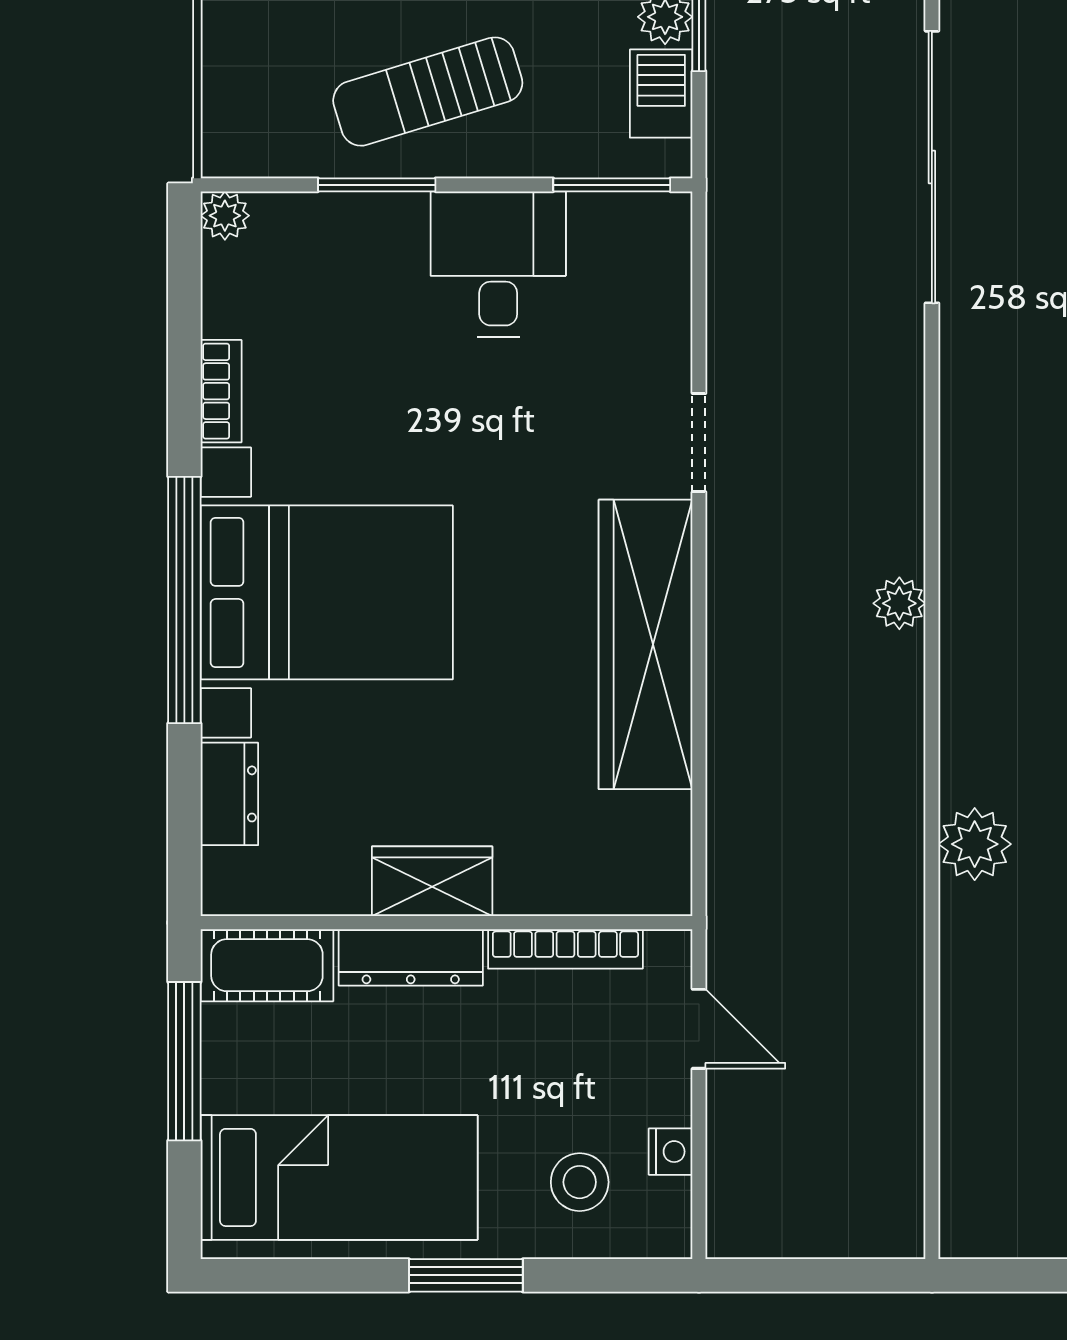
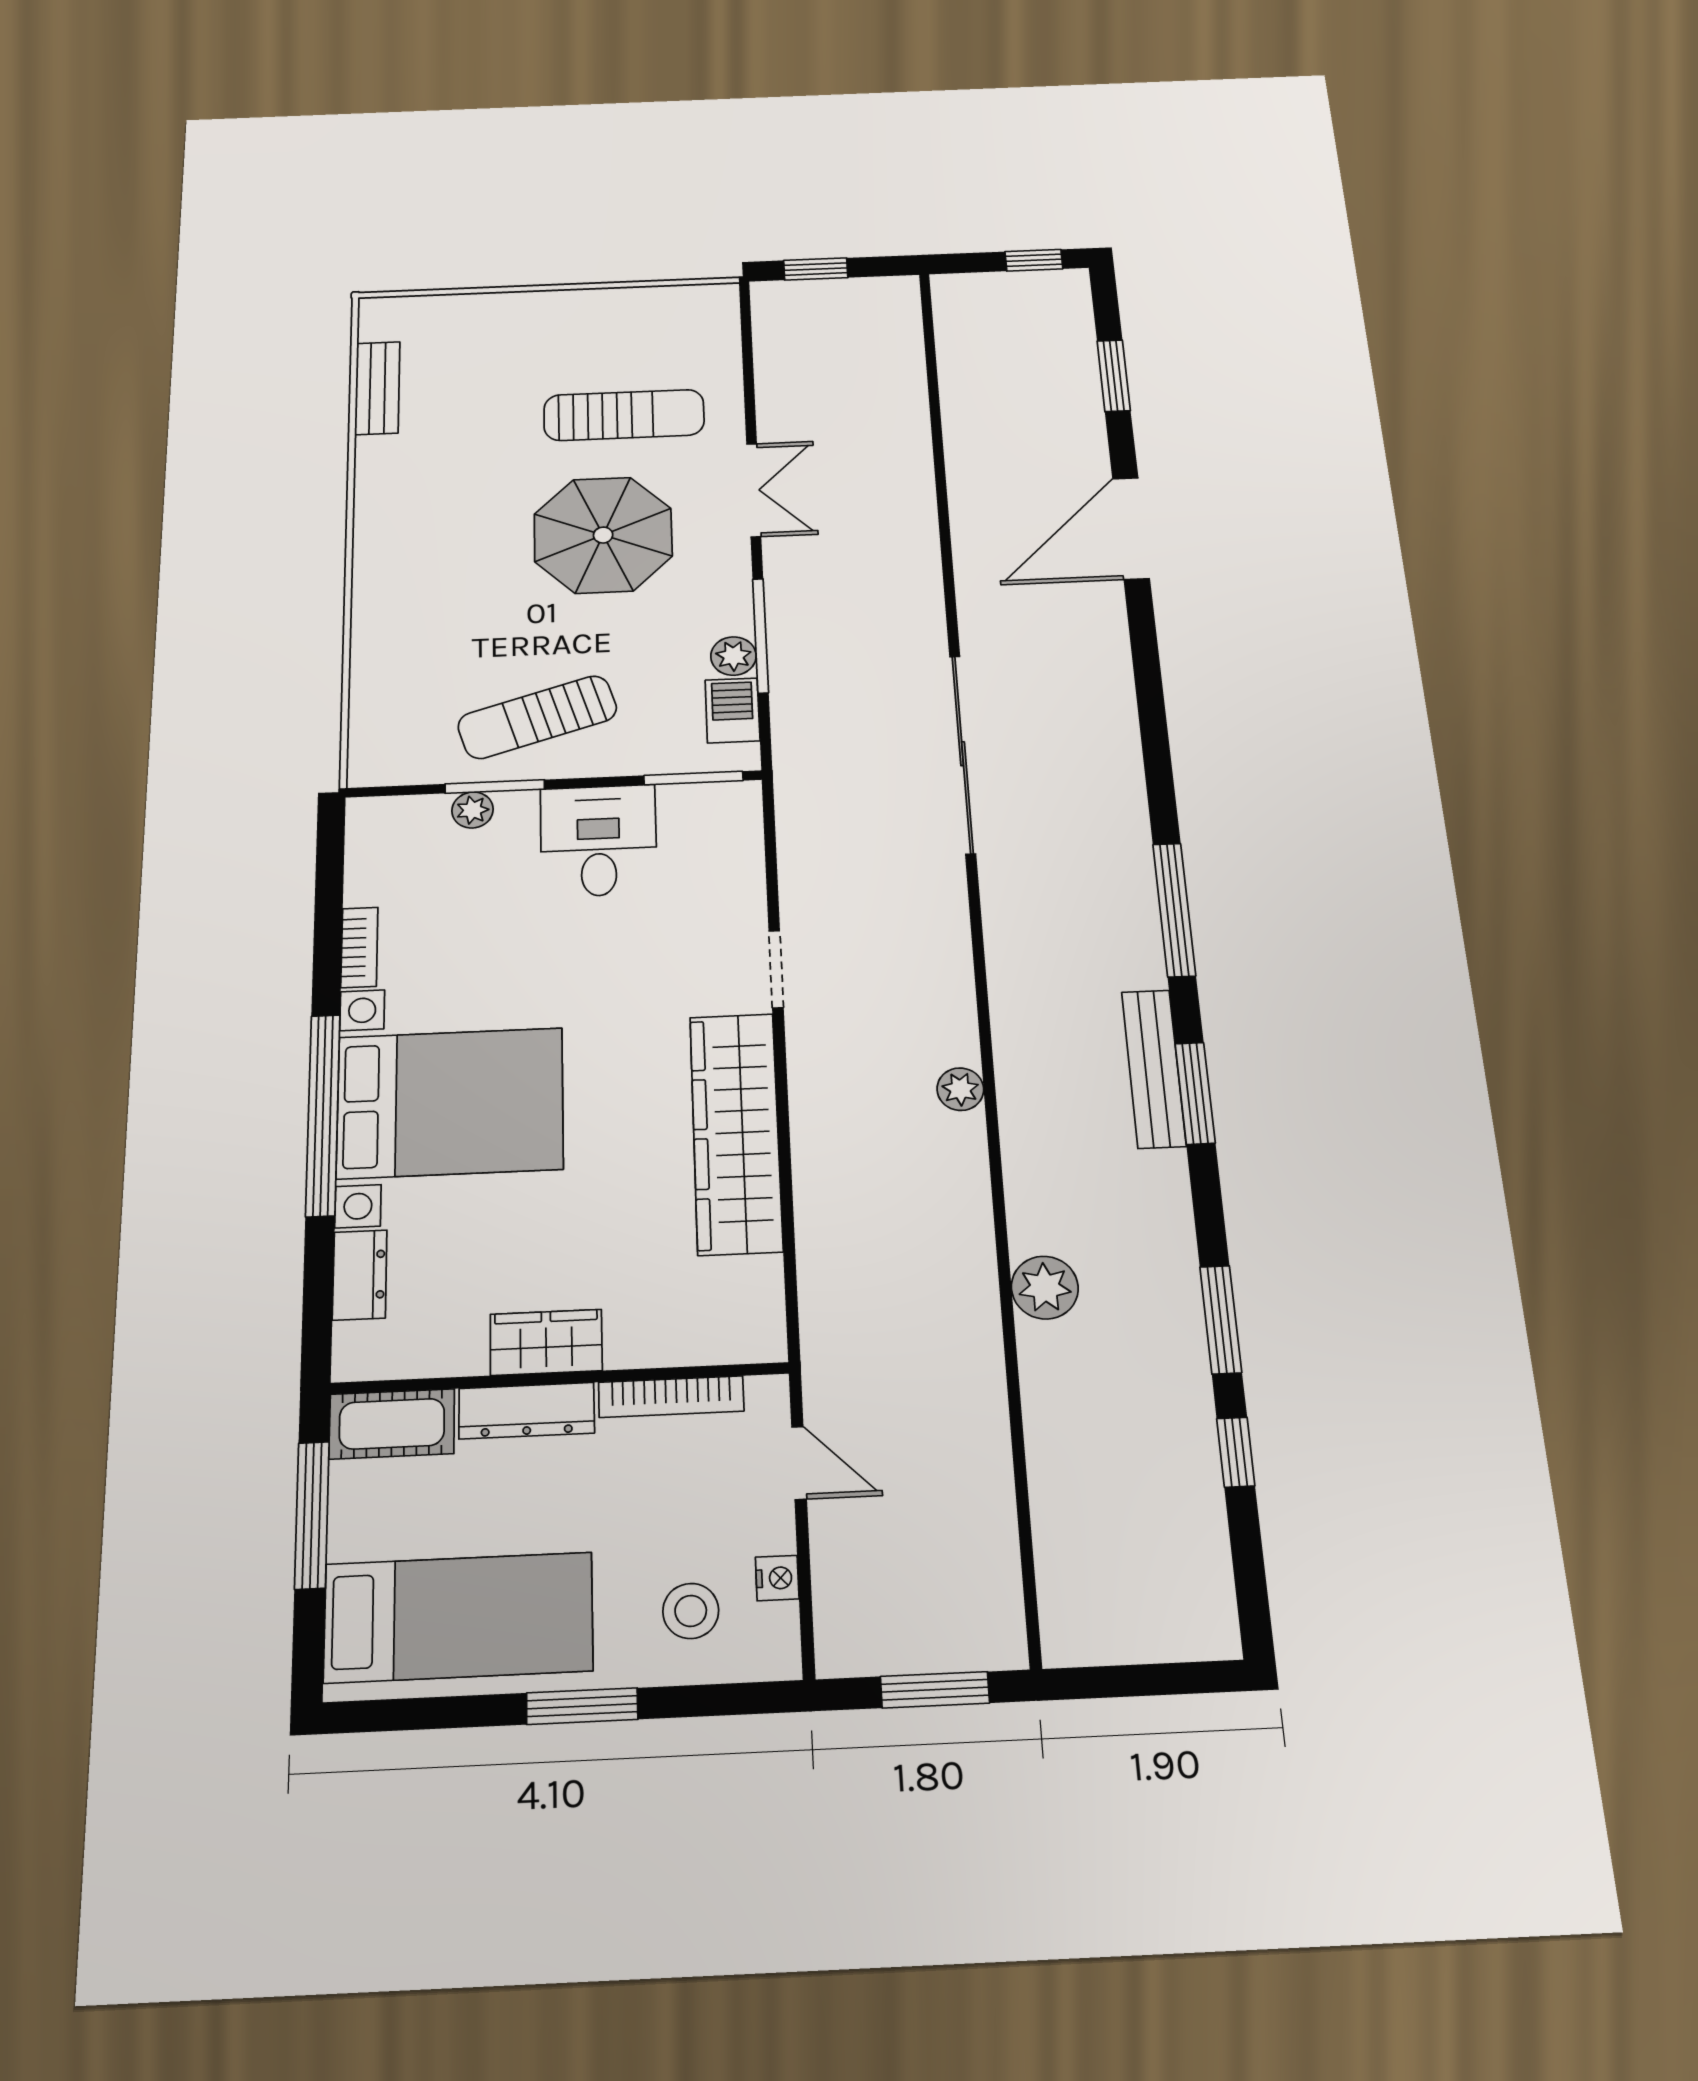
plant: (225, 216) -> (473, 810), moved
window: (827, 1275) -> (935, 1690), added

